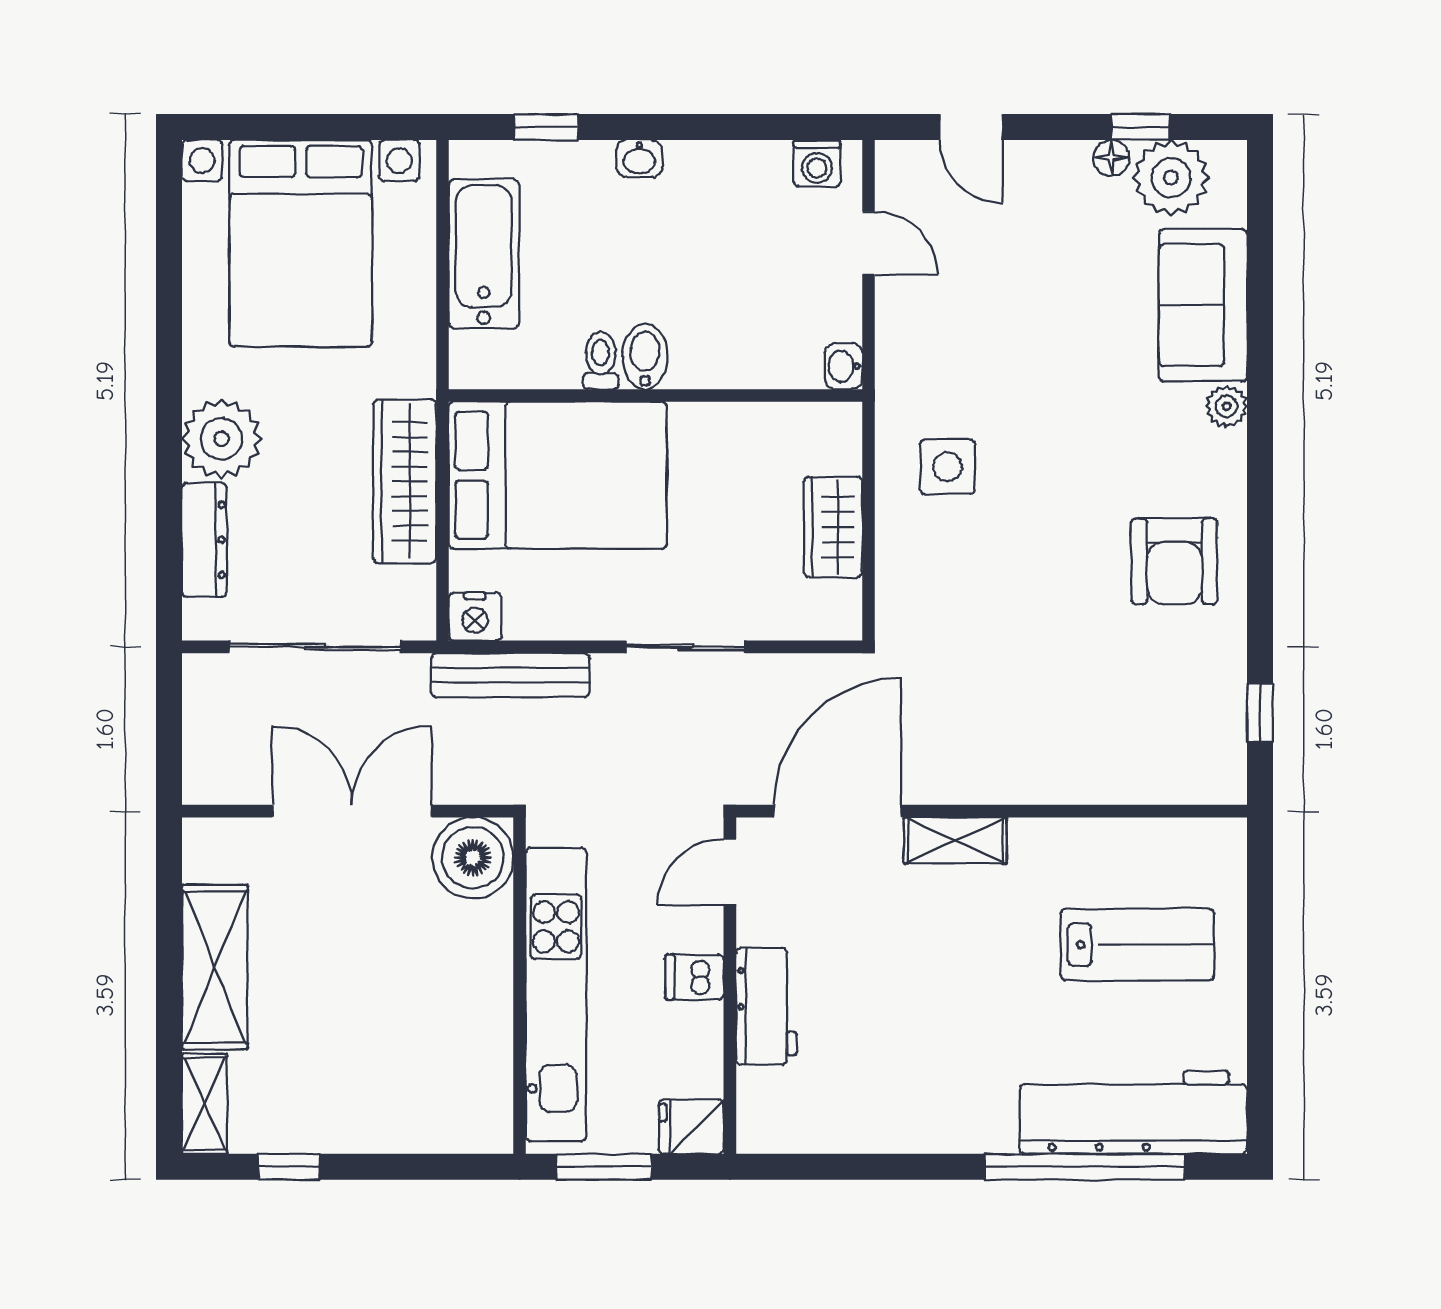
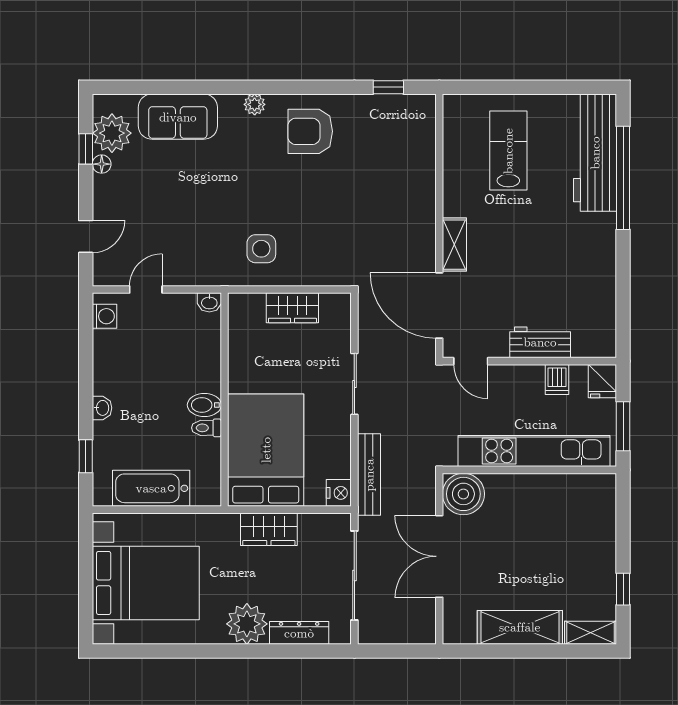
plant: (1227, 406) -> (255, 104), moved
wardrobe: (405, 481) -> (269, 529), width x0.67
armchair: (1174, 561) -> (310, 131), turned 180
dishwasher: (694, 977) -> (557, 379), moved

